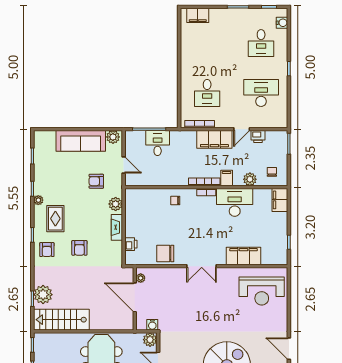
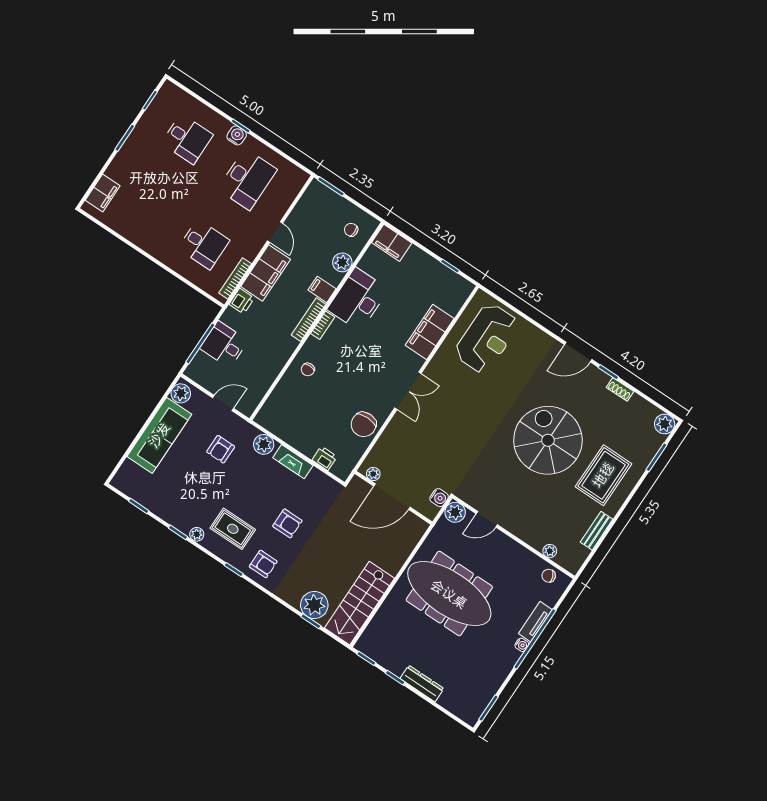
water cooler: (282, 23) -> (237, 135), moved
desk: (261, 93) -> (247, 179), turned 180
printer: (258, 136) -> (242, 301), moved

